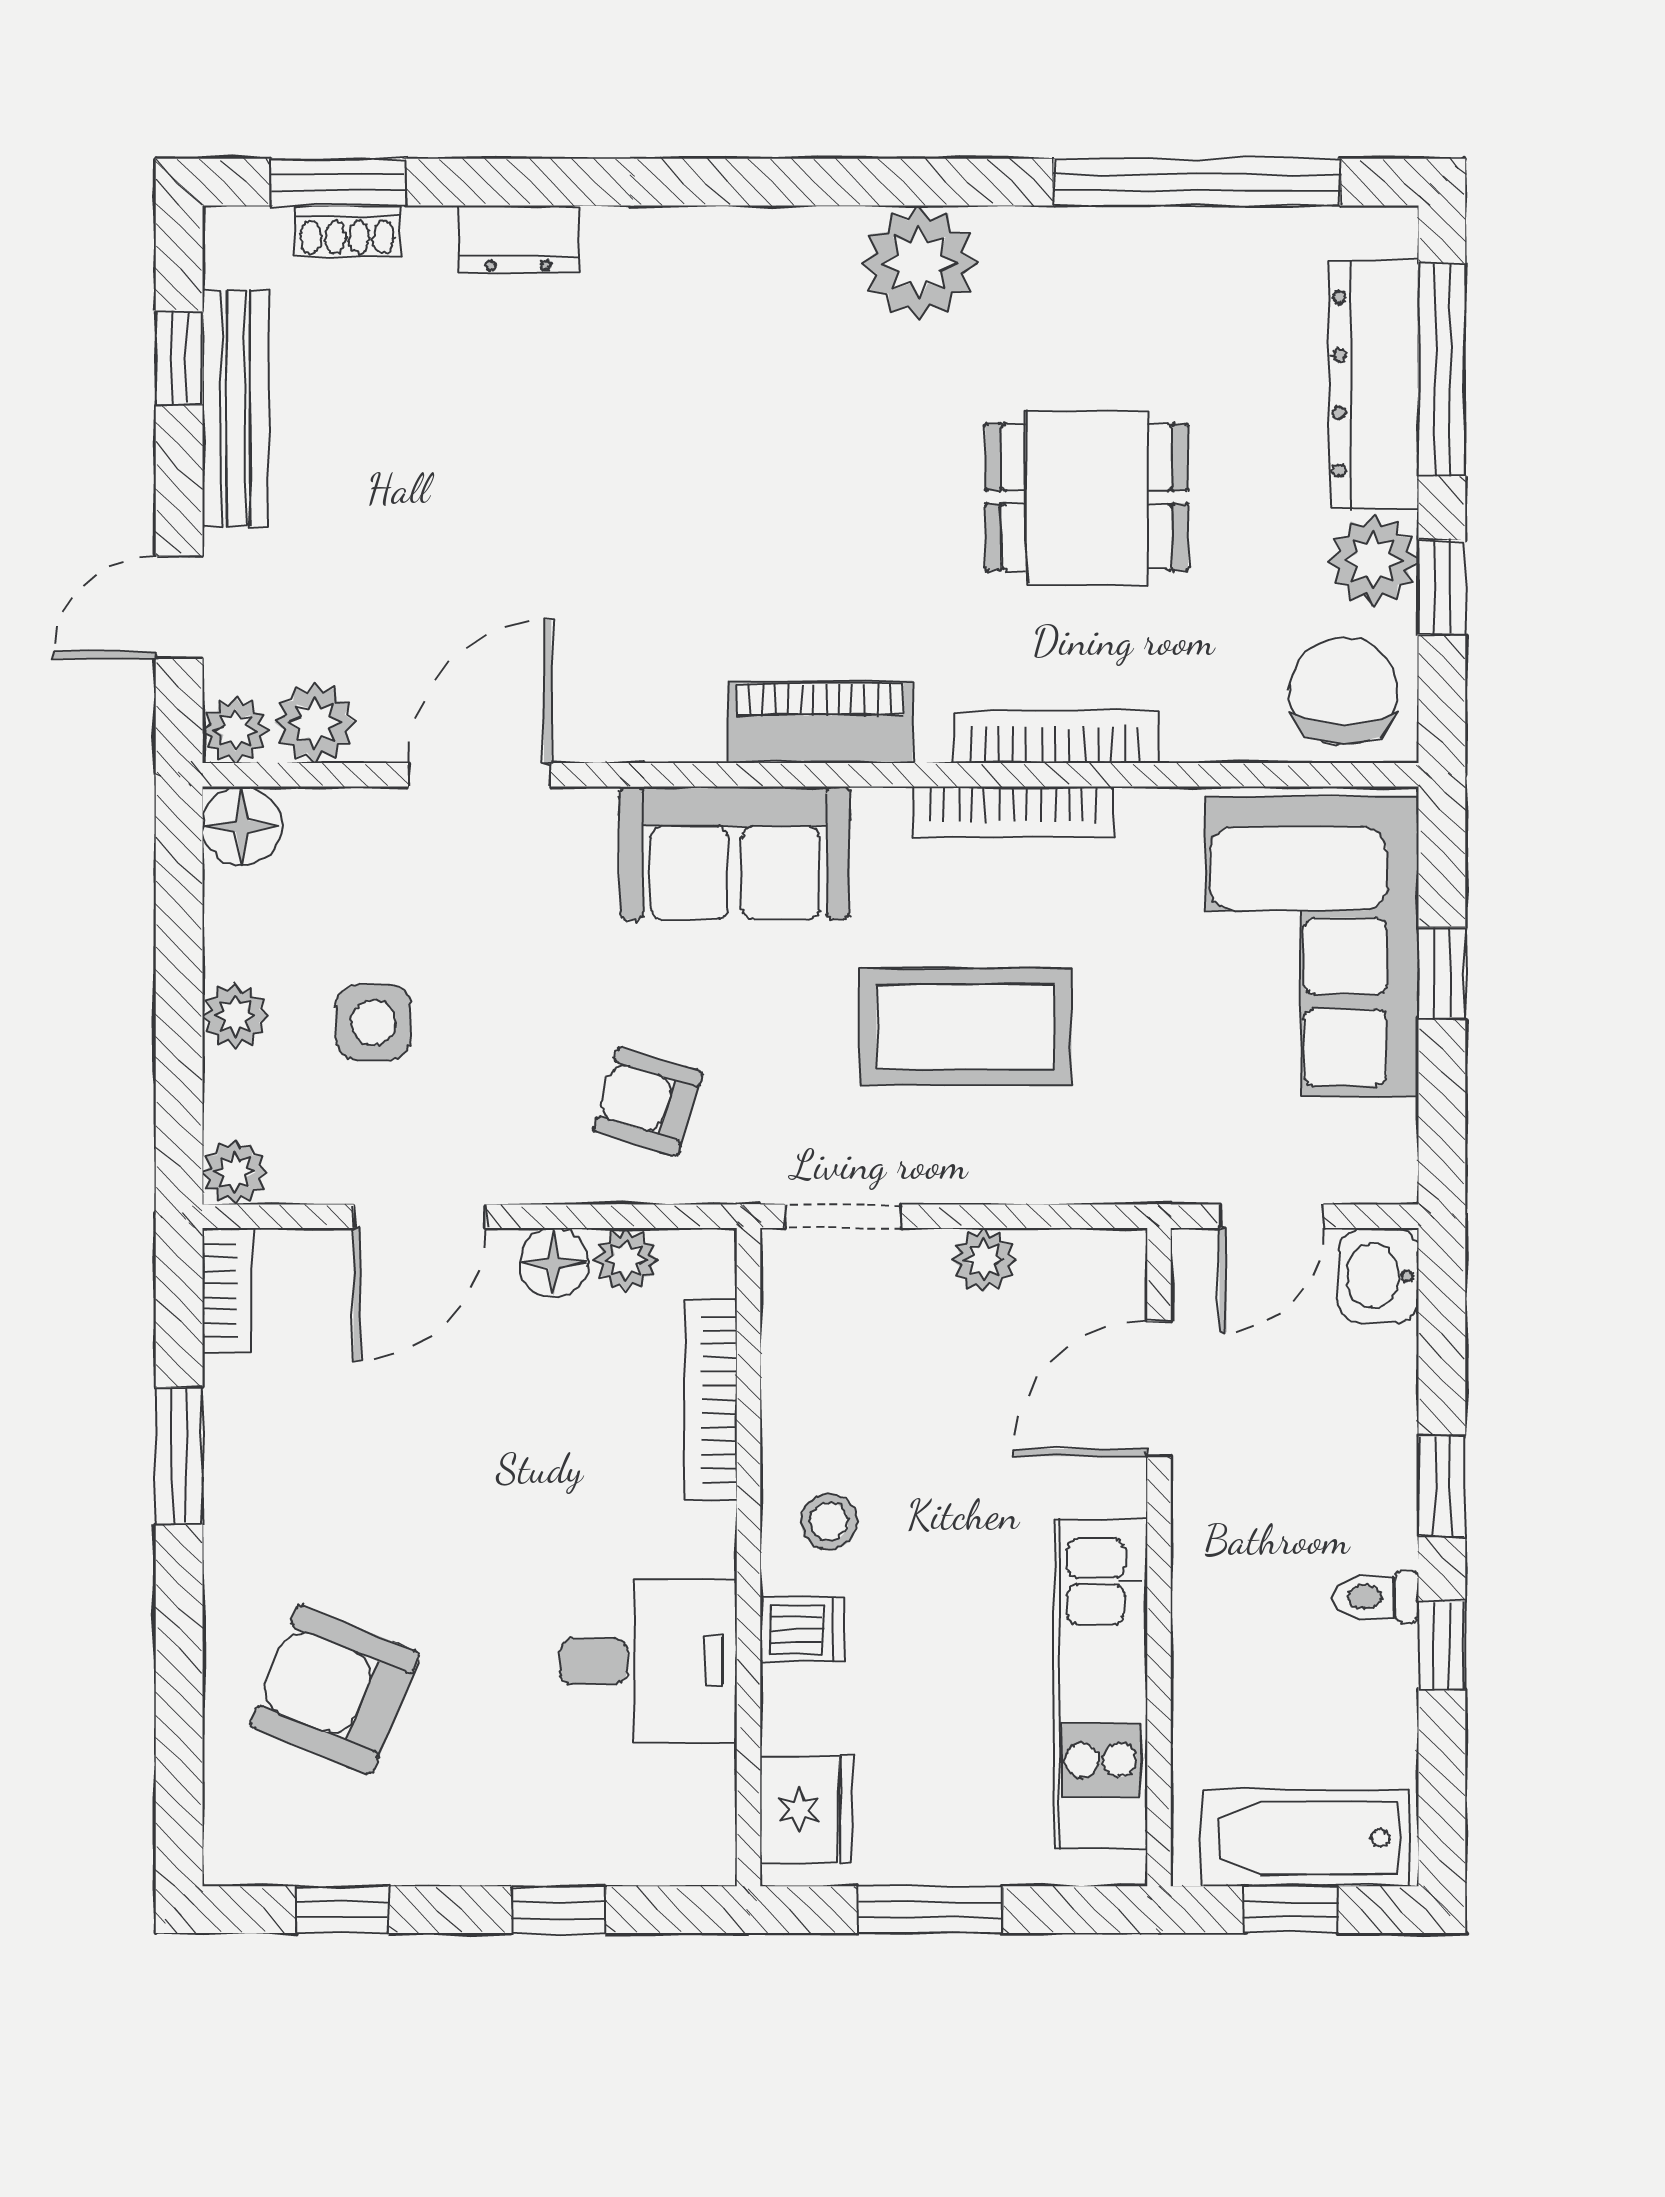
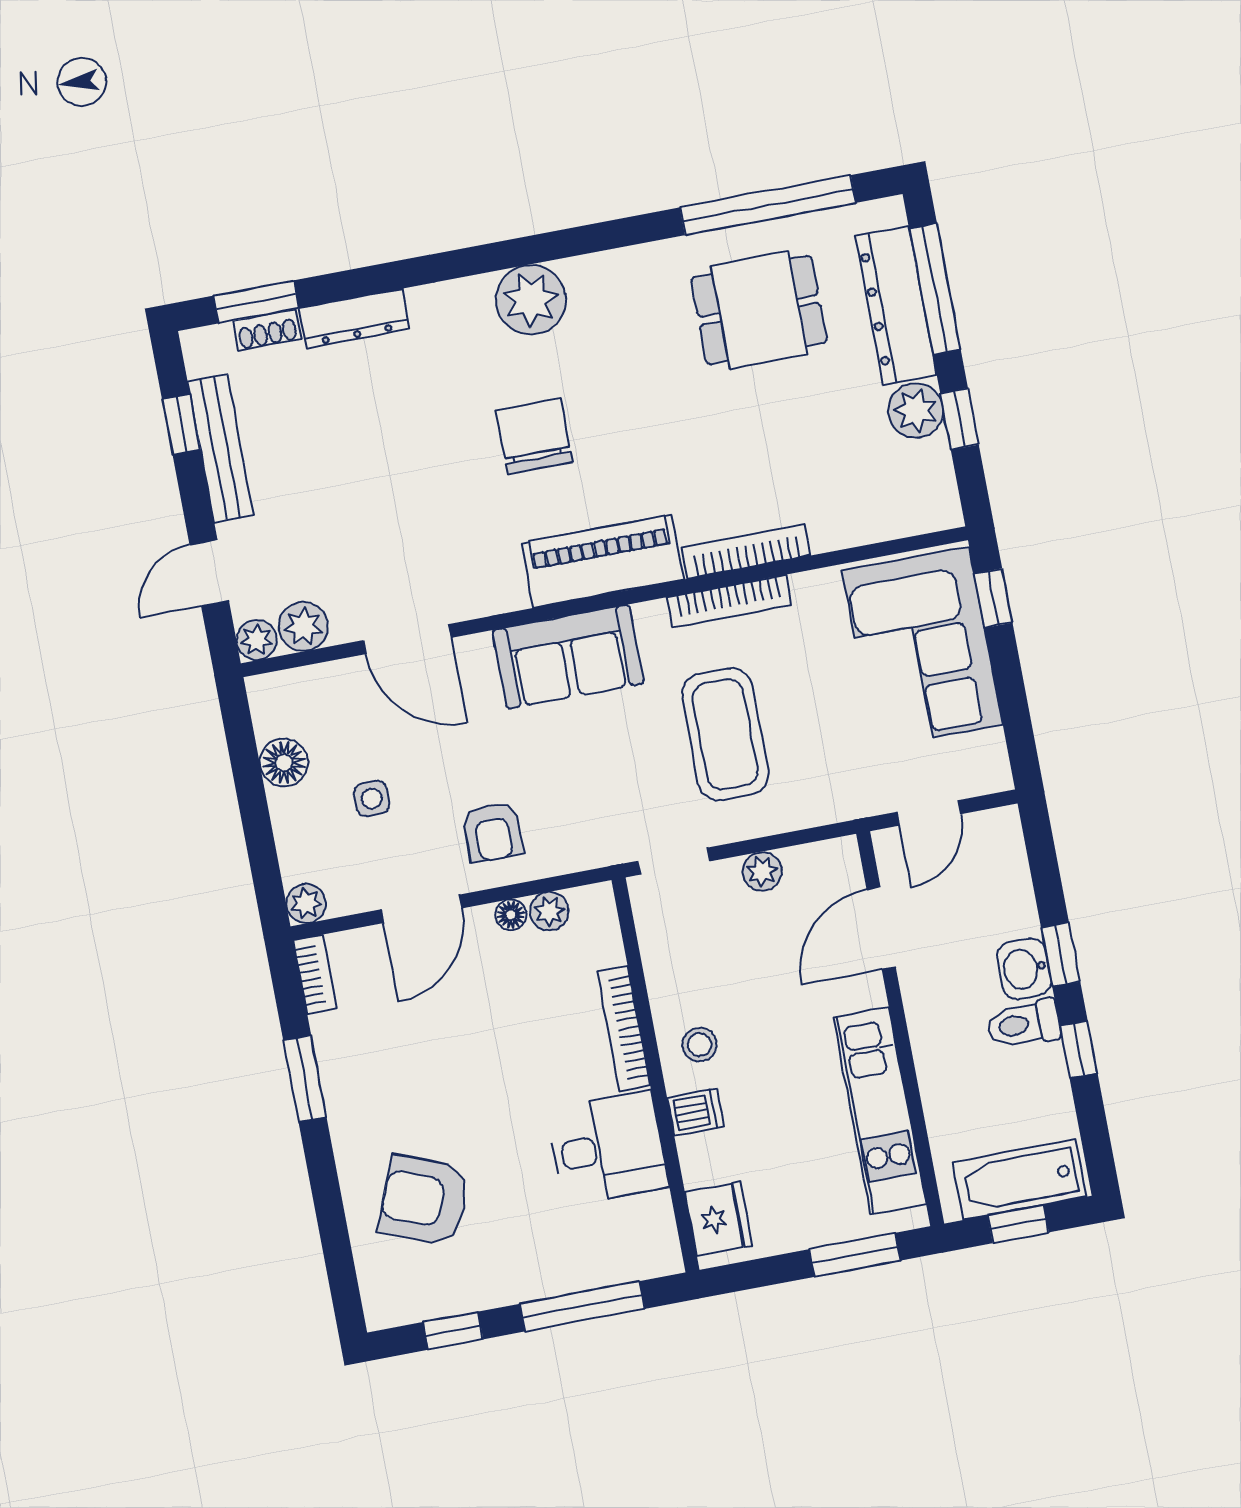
dresser: (518, 239) -> (354, 318), width x1.44
plant: (919, 263) -> (531, 300), moved
dining table: (1087, 497) -> (759, 310), moved
chair: (1343, 691) -> (534, 436), moved
piano: (820, 722) -> (603, 561), width x1.37, depth x1.33
door: (480, 775) -> (407, 639), swing flipped
floor lamp: (242, 826) -> (284, 763), moved
window: (1442, 973) -> (993, 598), moved
plant: (235, 1016) -> (289, 810), removed
side table: (373, 1023) -> (372, 799), width x0.73, depth x0.73
coffee table: (965, 1027) -> (725, 734), turned 90
armchair: (648, 1102) -> (493, 832), moved, turned -107
floor lamp: (554, 1263) -> (511, 915), width x0.73, depth x0.73
washbasin: (1378, 1276) -> (1024, 969), moved
bookcase: (711, 1400) -> (624, 1029), moved
toilet: (1376, 1597) -> (1023, 1024), width x1.37, depth x1.39
window: (559, 1910) -> (582, 1306), width x2.17
window: (930, 1910) -> (855, 1255), moved

